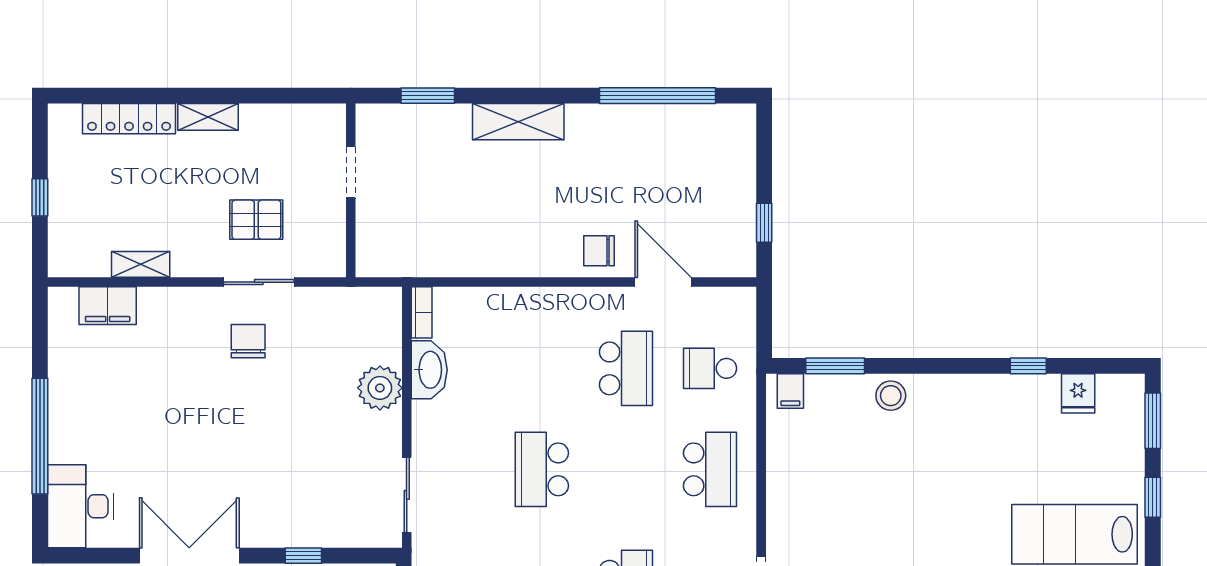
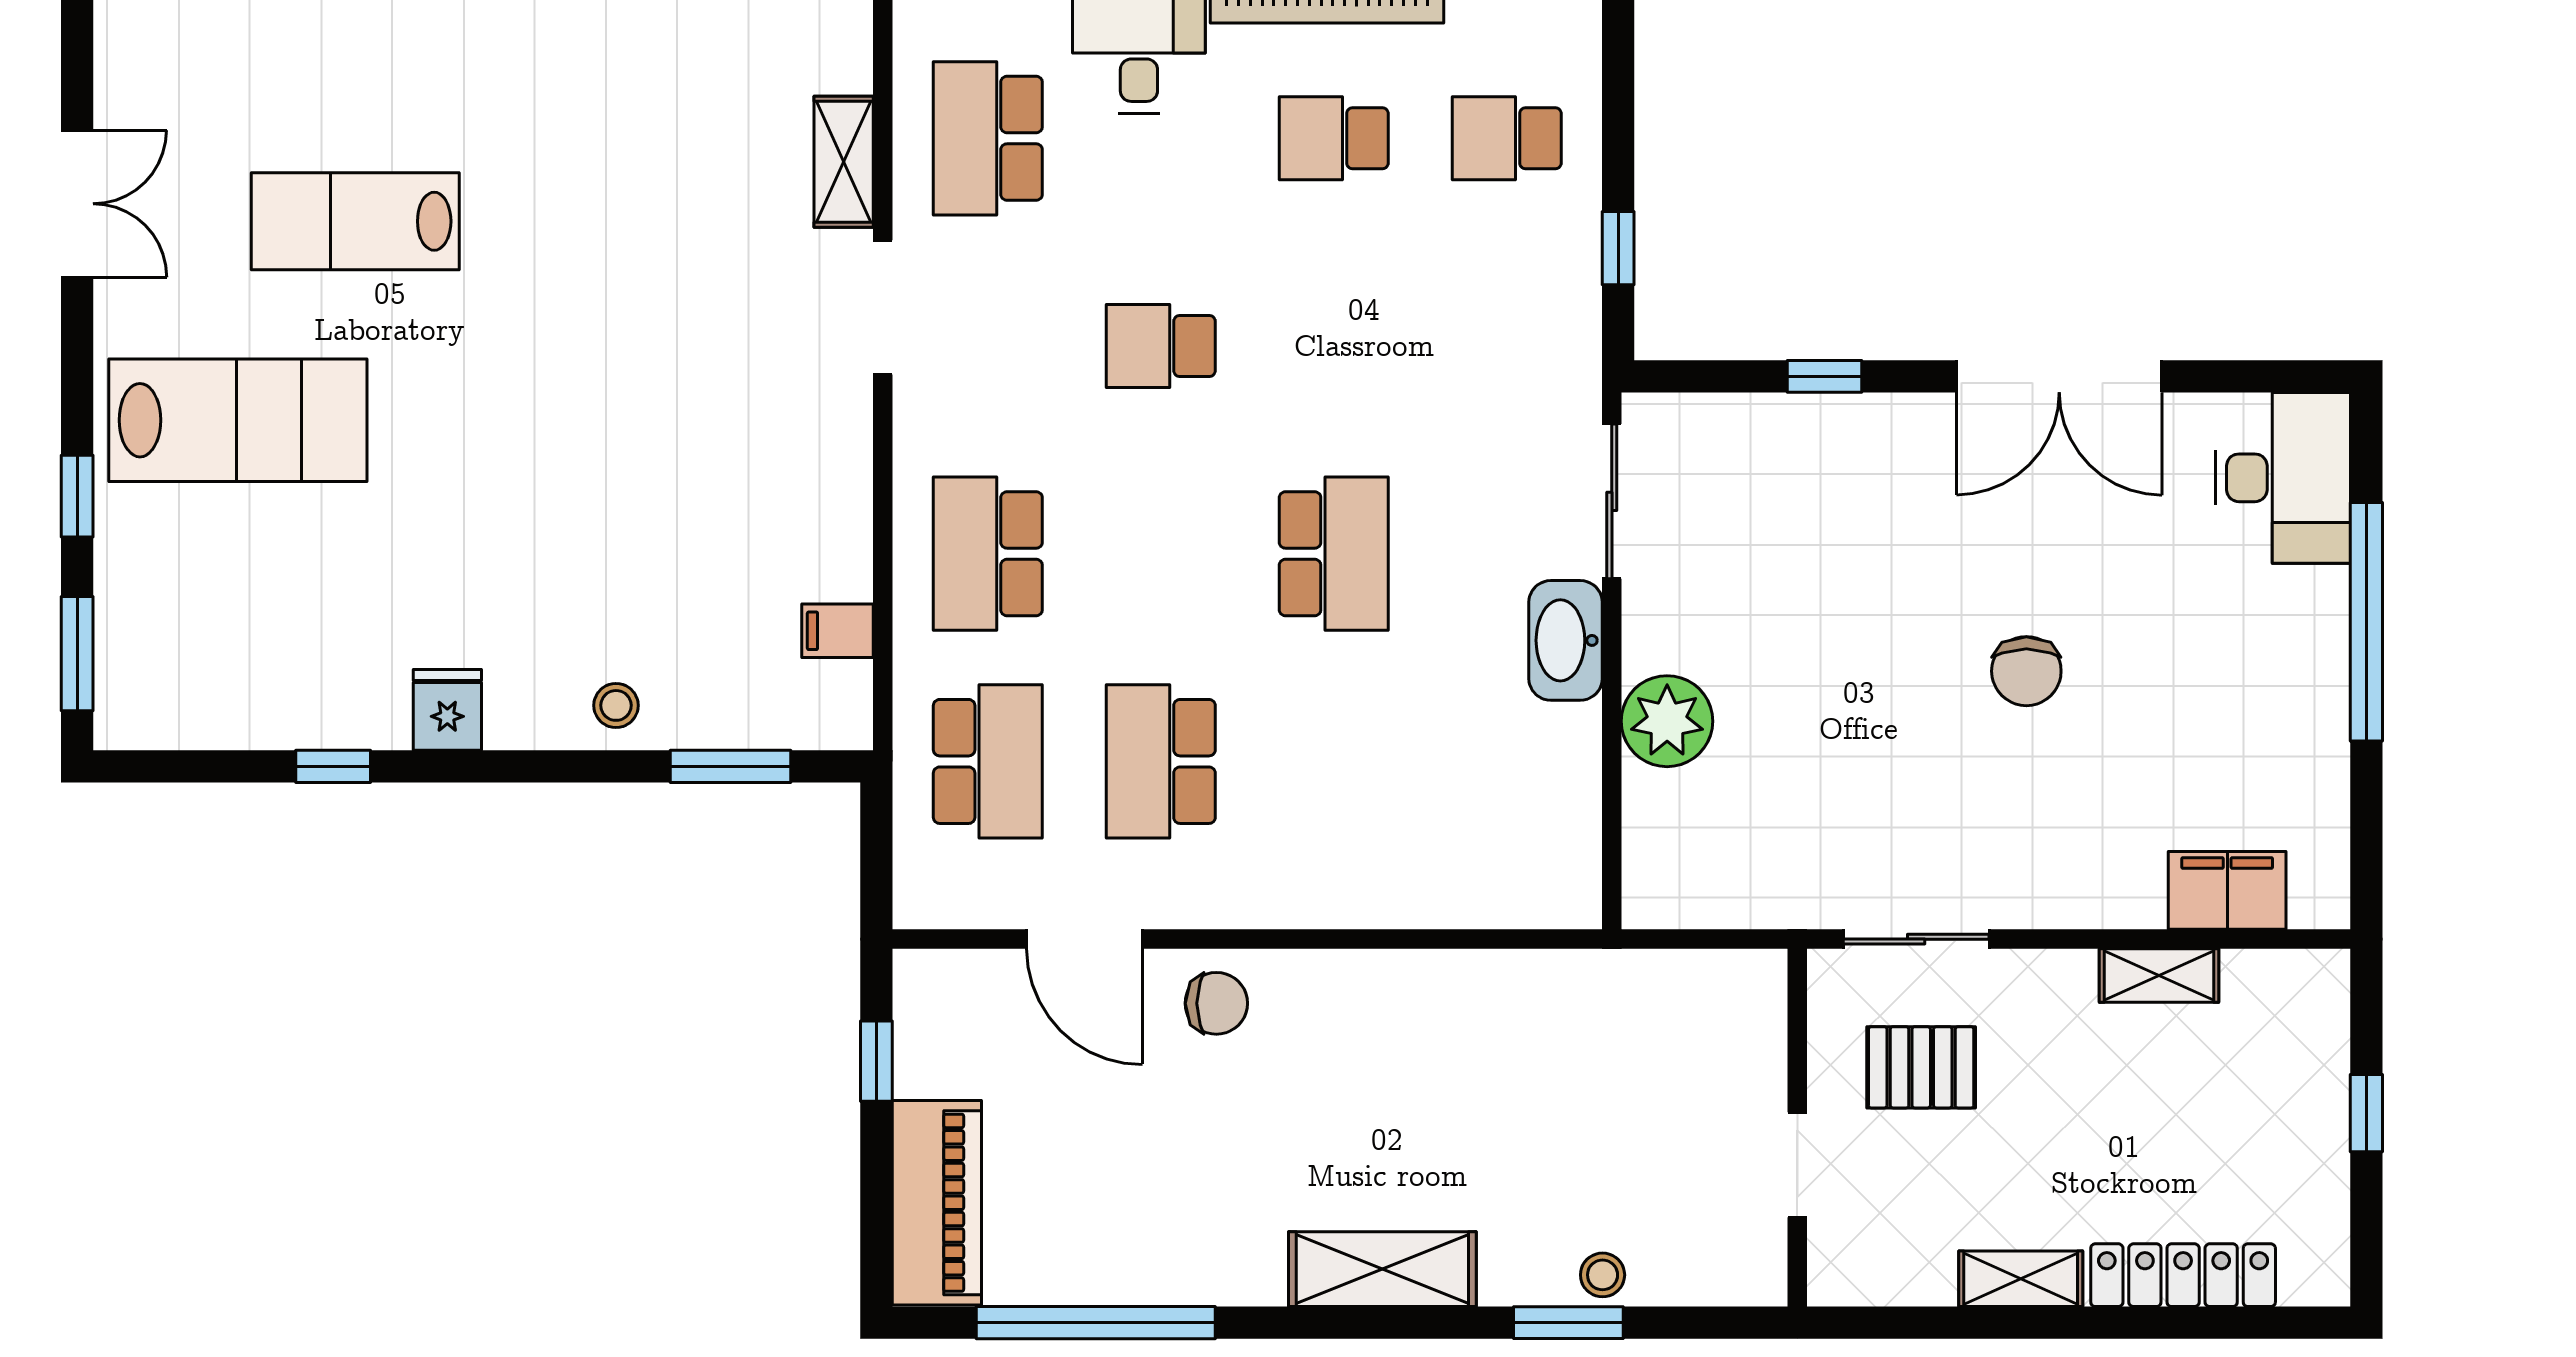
stool: (411, 119) -> (1603, 1275), added
piano: (735, 154) -> (937, 1203), added
doorway: (351, 172) -> (1797, 1165), moved
wall: (351, 190) -> (1797, 1128), moved
bookcase: (422, 312) -> (1581, 876), removed
chair: (248, 341) -> (2026, 671), moved
school desk: (710, 368) -> (988, 761), width x1.85
washbasin: (429, 370) -> (1566, 640), moved
filing cabinet: (790, 391) -> (837, 631), moved, turned -90
fridge: (1078, 393) -> (447, 710), moved
stool: (891, 396) -> (616, 705), width x0.73, depth x0.73

